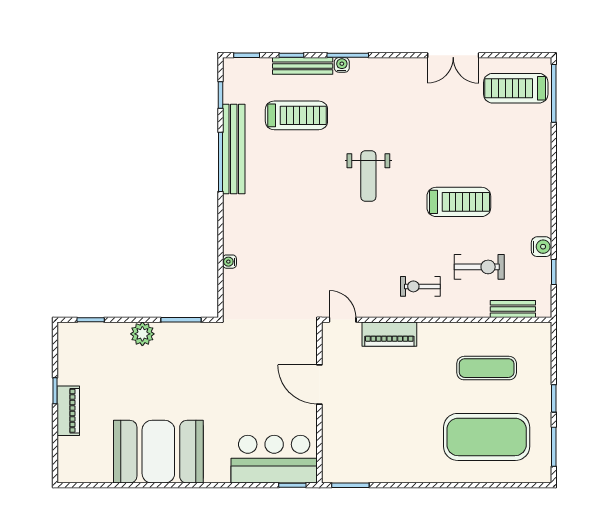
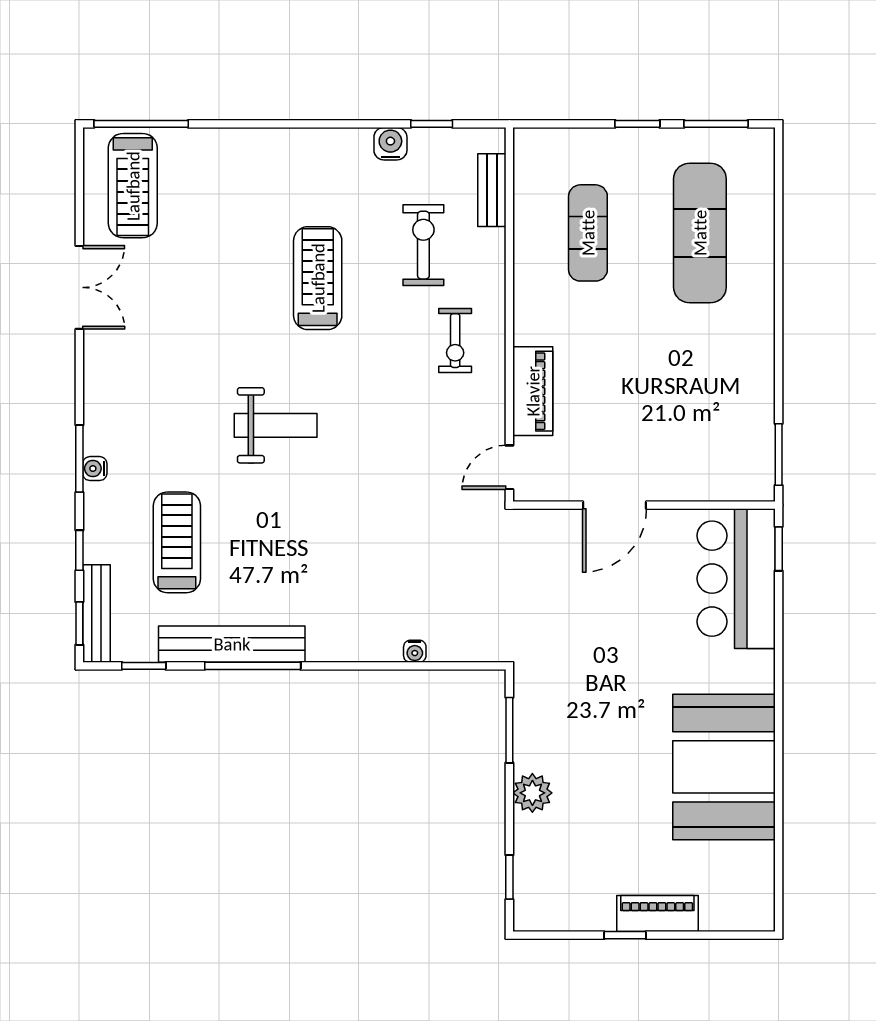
bench: (303, 66) -> (96, 613), moved
exercise mat: (487, 437) -> (700, 233), width x0.68

